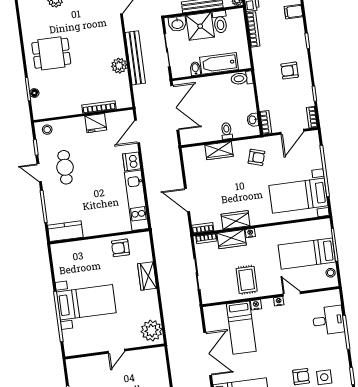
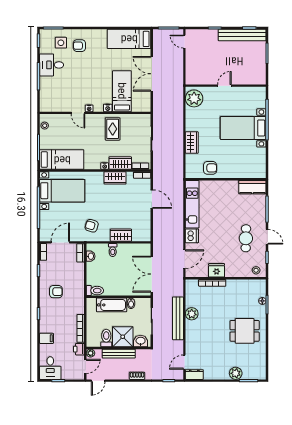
bed: (307, 254) -> (62, 160), moved
desk: (328, 320) -> (52, 65), moved

